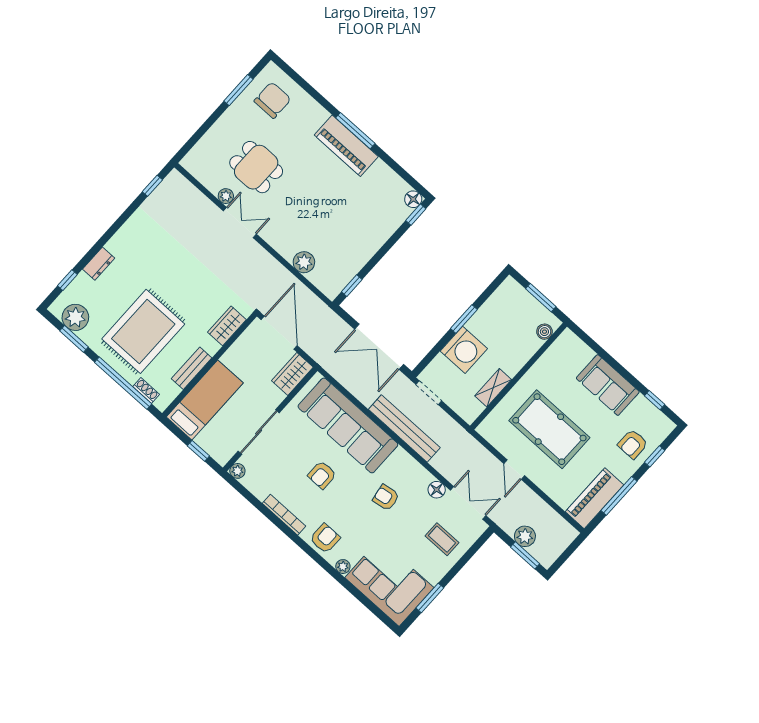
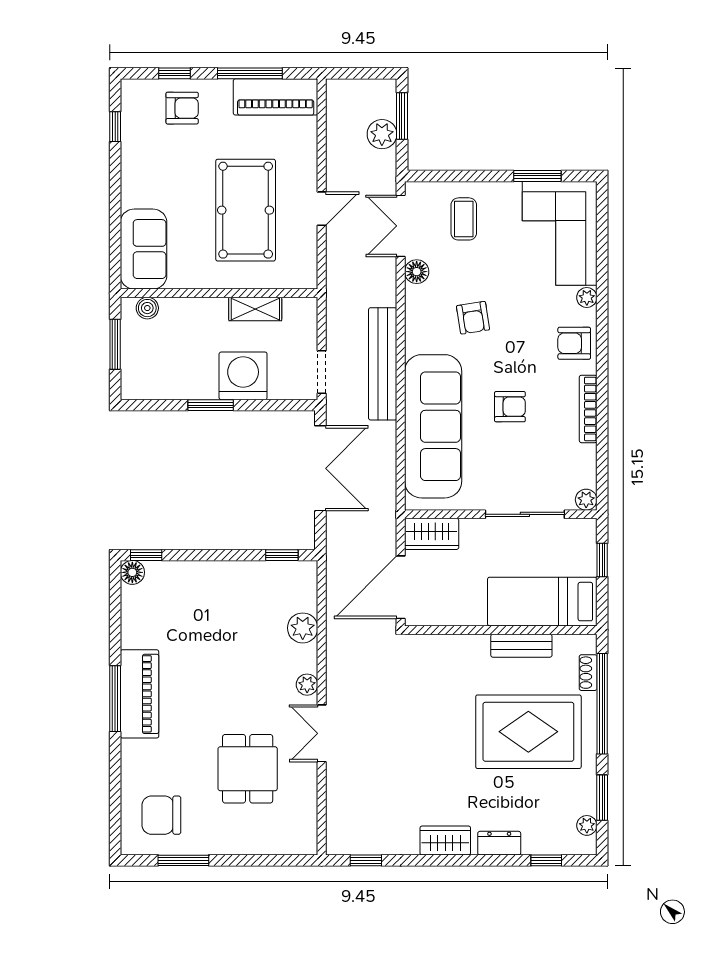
plant: (226, 196) -> (307, 685), moved
plant: (75, 317) -> (587, 825), width x0.53, depth x0.53
wardrobe: (227, 326) -> (445, 841), moved, turned 180
sofa: (608, 385) -> (144, 249), moved

